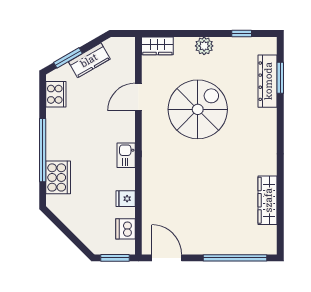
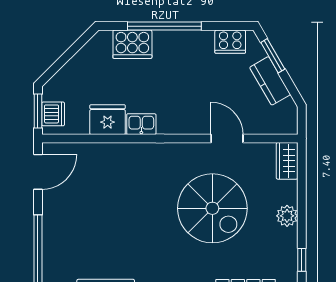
kitchen sink: (126, 155) -> (141, 124), moved
fridge: (126, 199) -> (108, 120), width x1.88, depth x1.34
dishwasher: (126, 229) -> (53, 114), moved, turned 90

